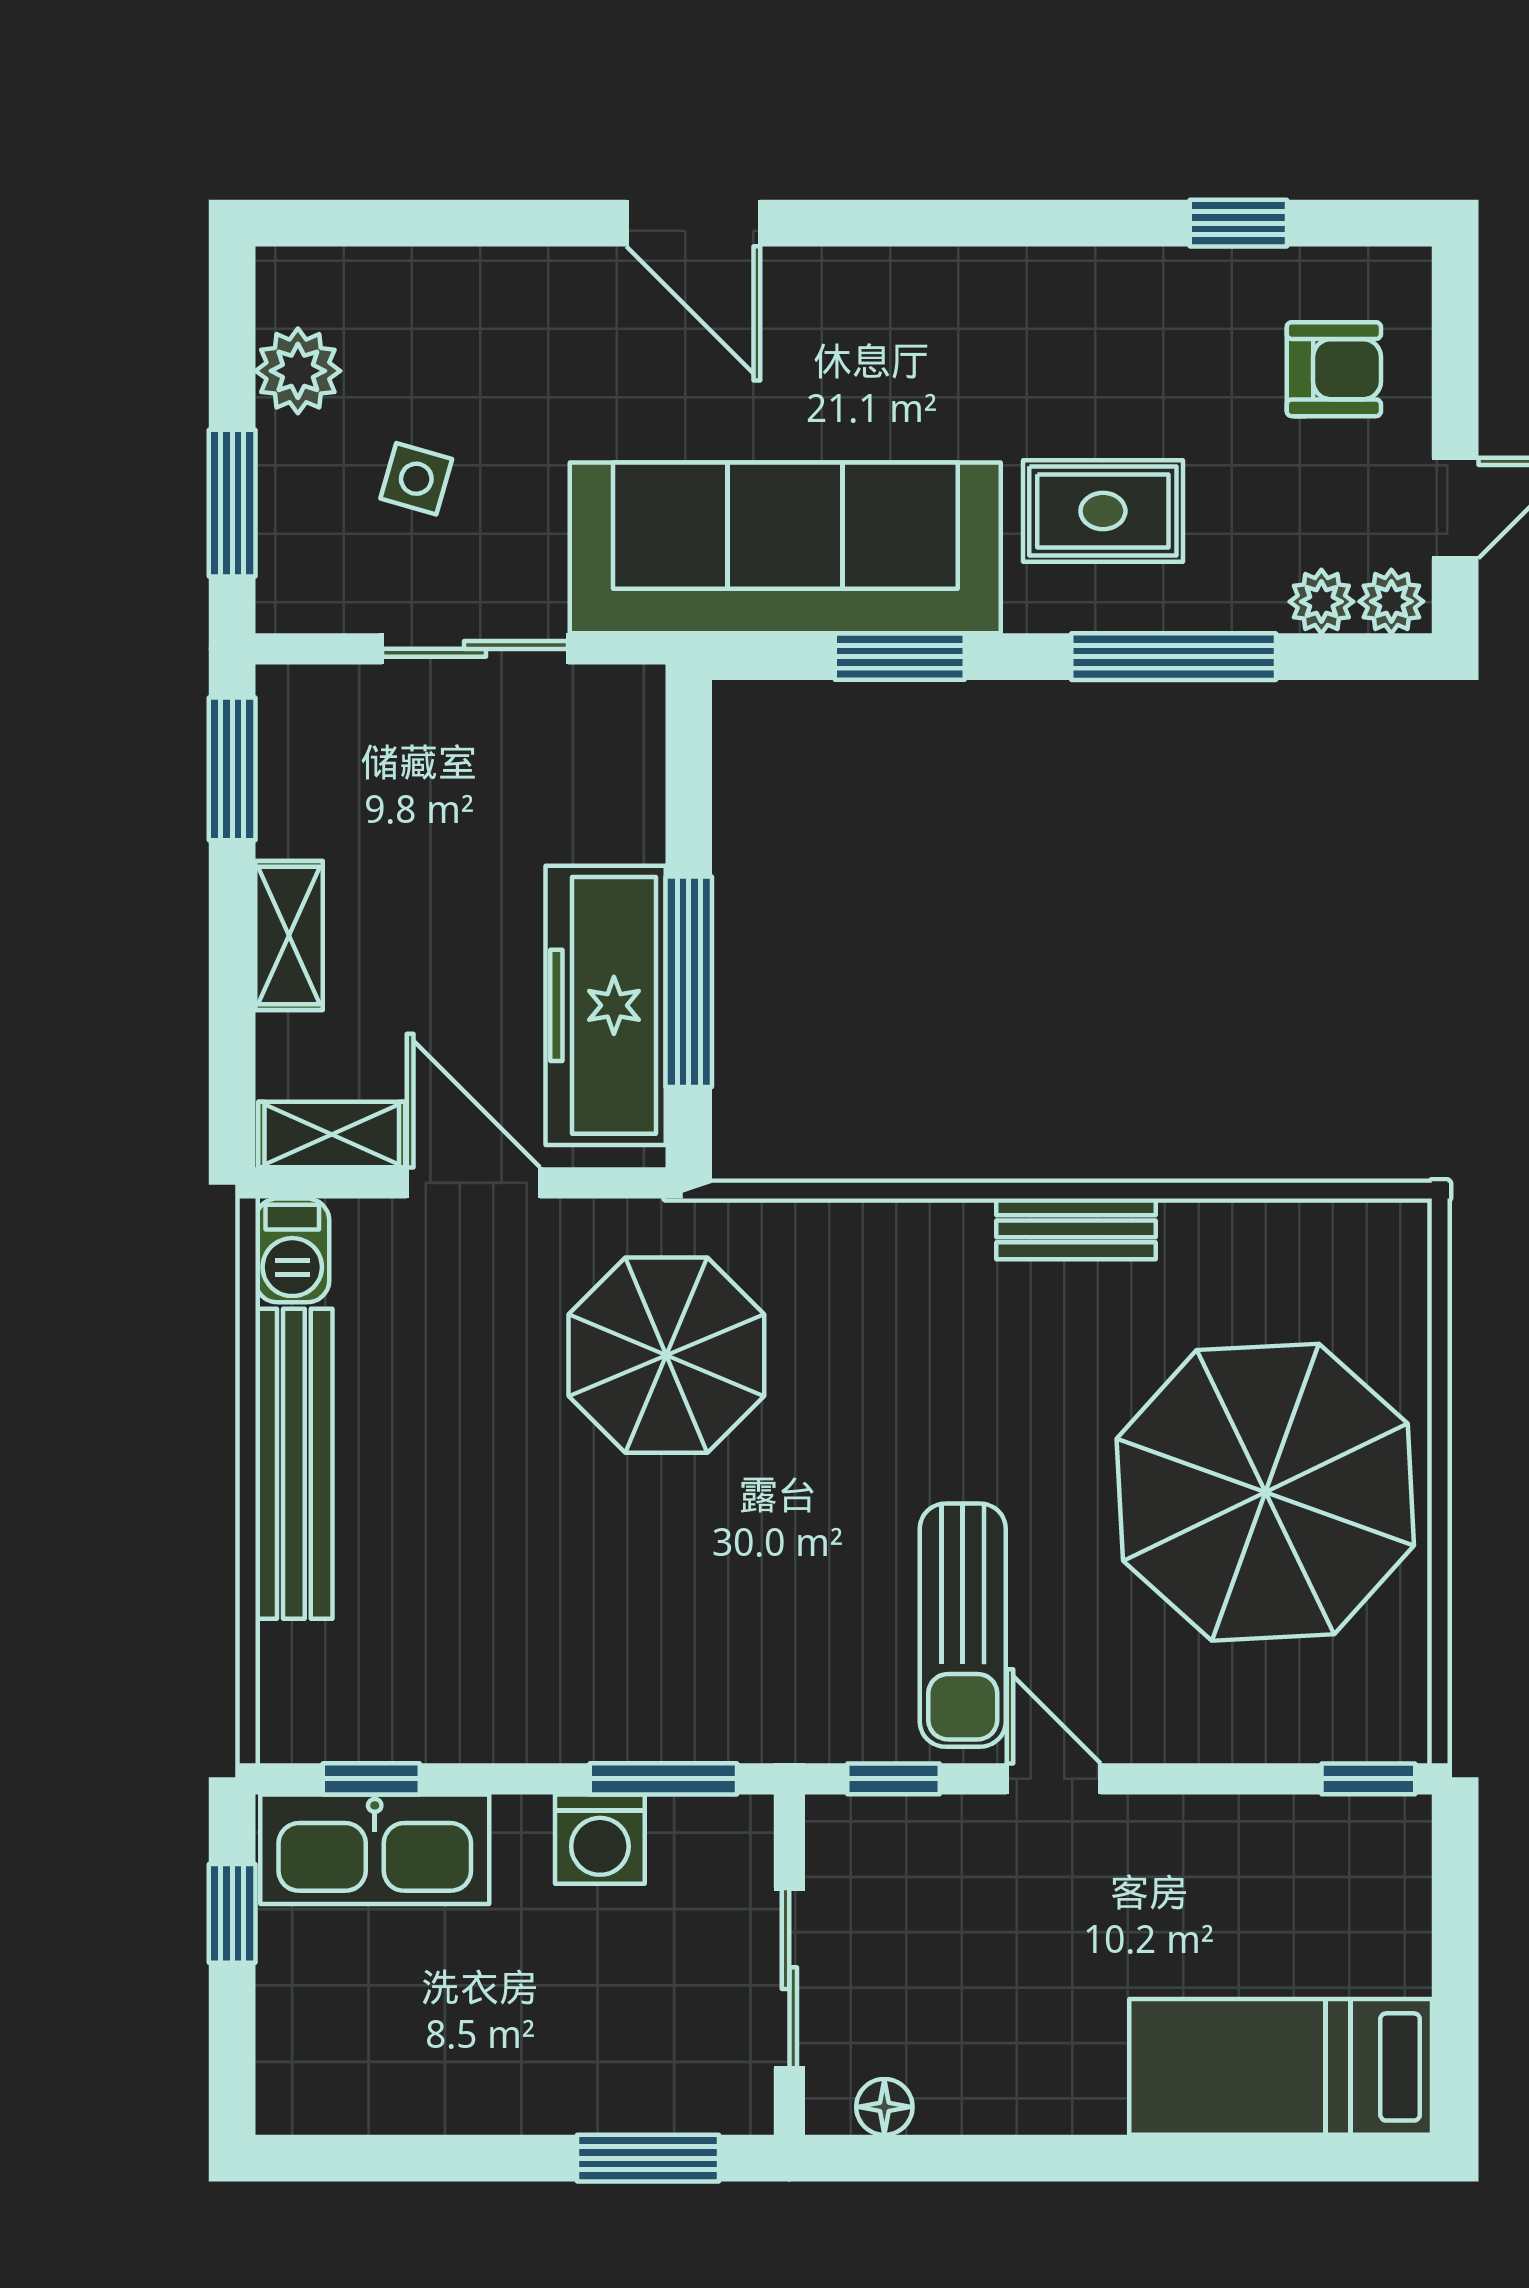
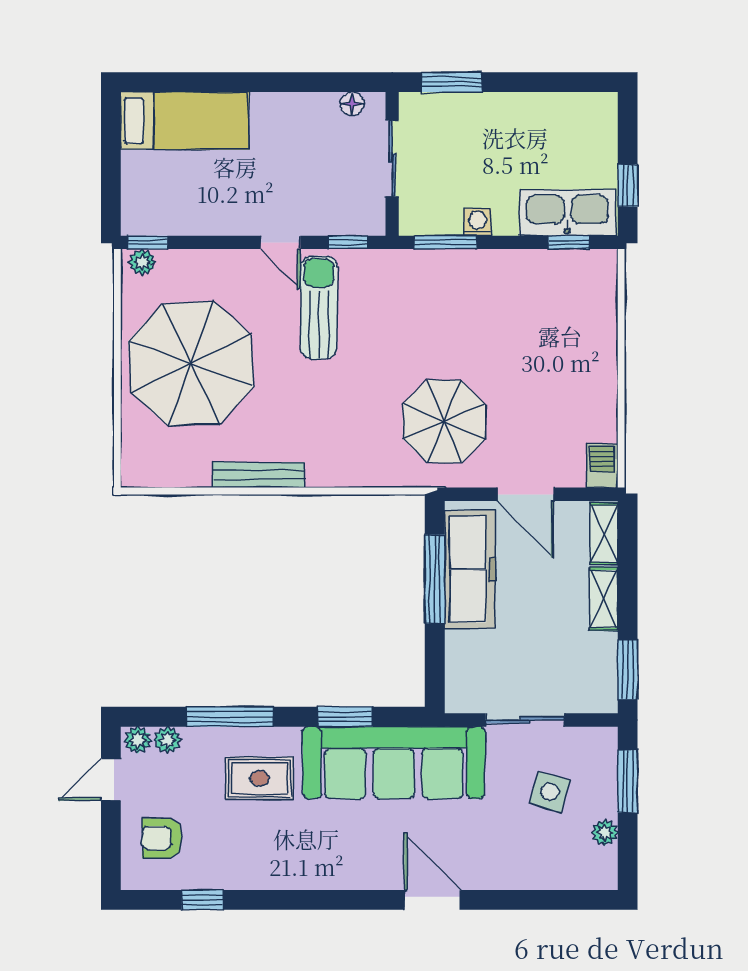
plant: (298, 371) -> (605, 833), width x0.73, depth x0.73
side table: (416, 479) -> (550, 792), width x1.37, depth x1.37
shelving: (332, 1135) -> (604, 534), moved, turned 90
bench: (1076, 1229) -> (259, 475), width x1.36
bench: (294, 1464) -> (602, 376), removed
plant: (1381, 1732) -> (142, 262), added
washing machine: (600, 1839) -> (477, 222), width x0.73, depth x0.73

